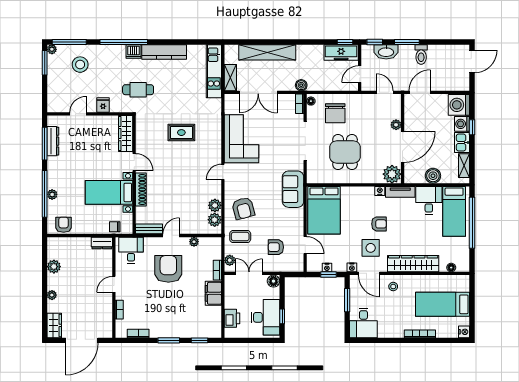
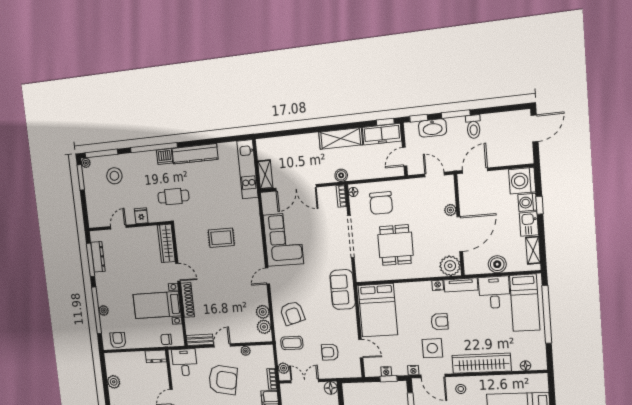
shelving: (267, 52) -> (341, 138), moved, width x0.68
armchair: (168, 269) -> (223, 380), turned 101

